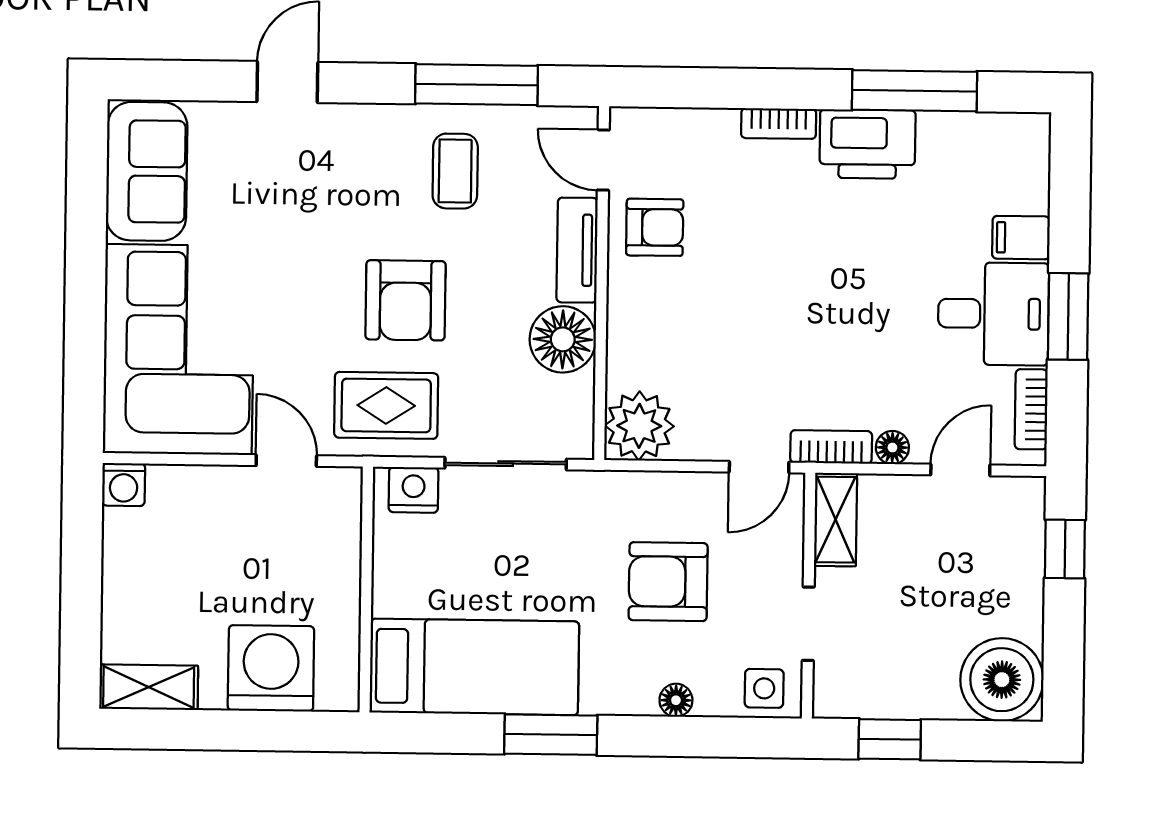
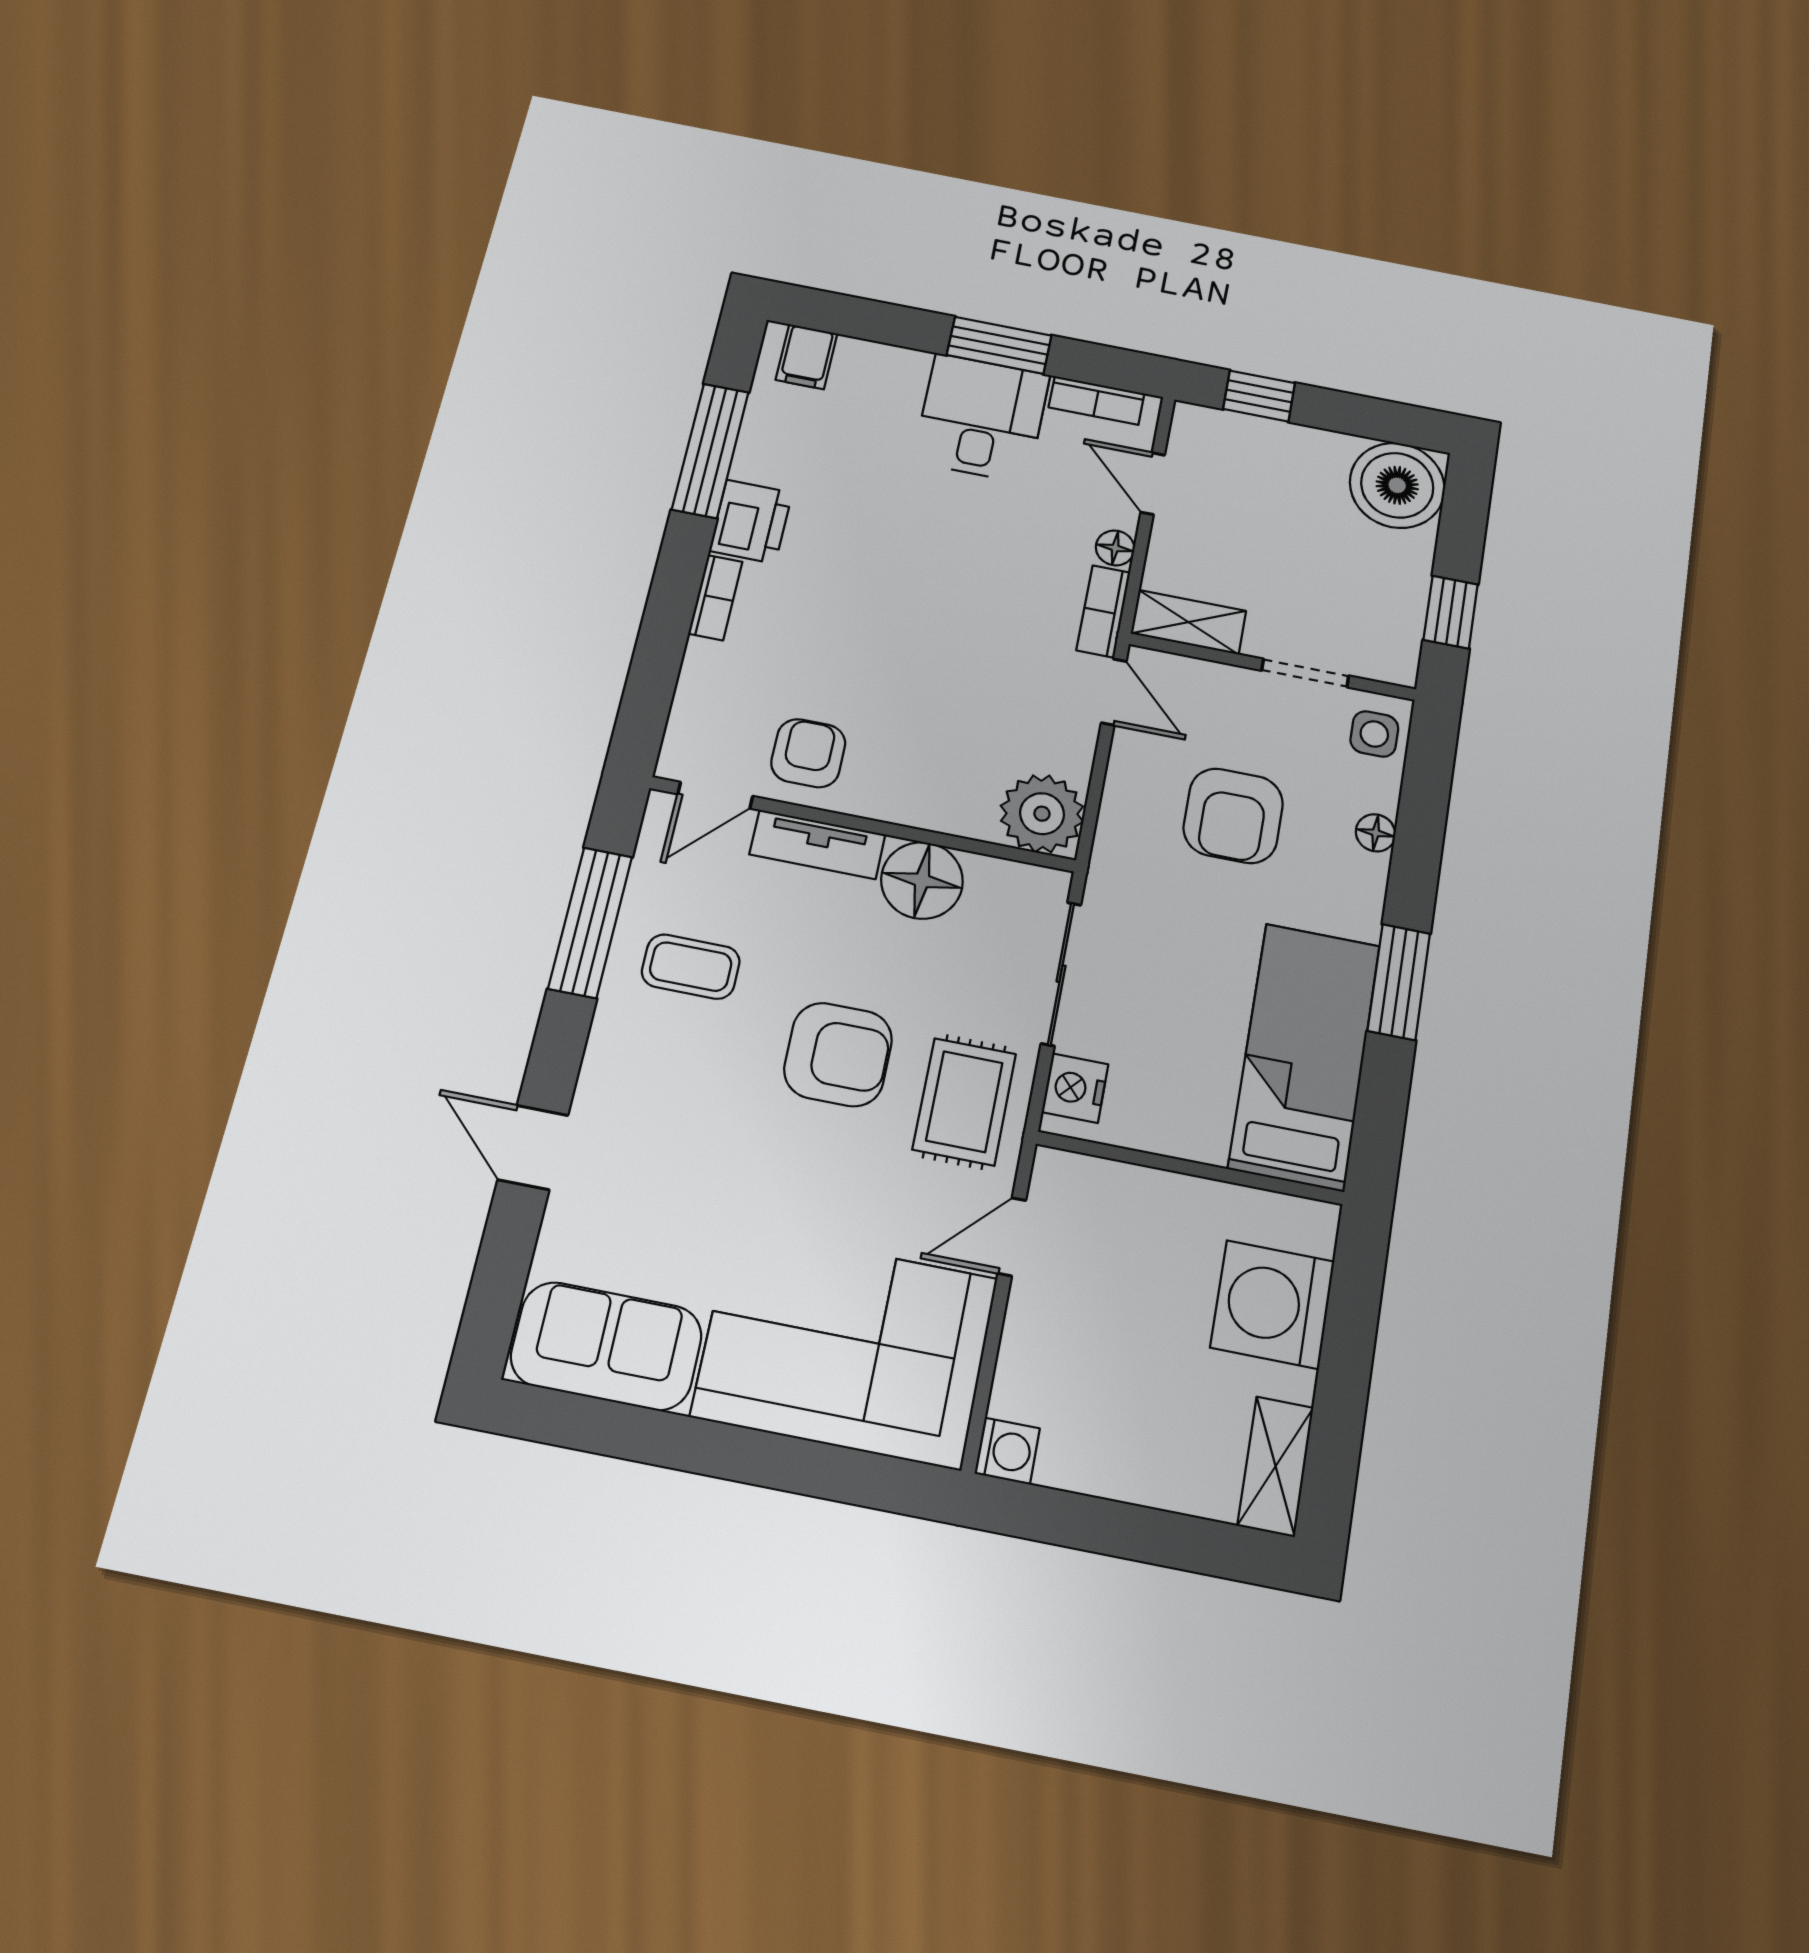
printer: (867, 144) -> (751, 522), width x0.73, depth x0.84
filing cabinet: (1021, 238) -> (807, 357), moved

